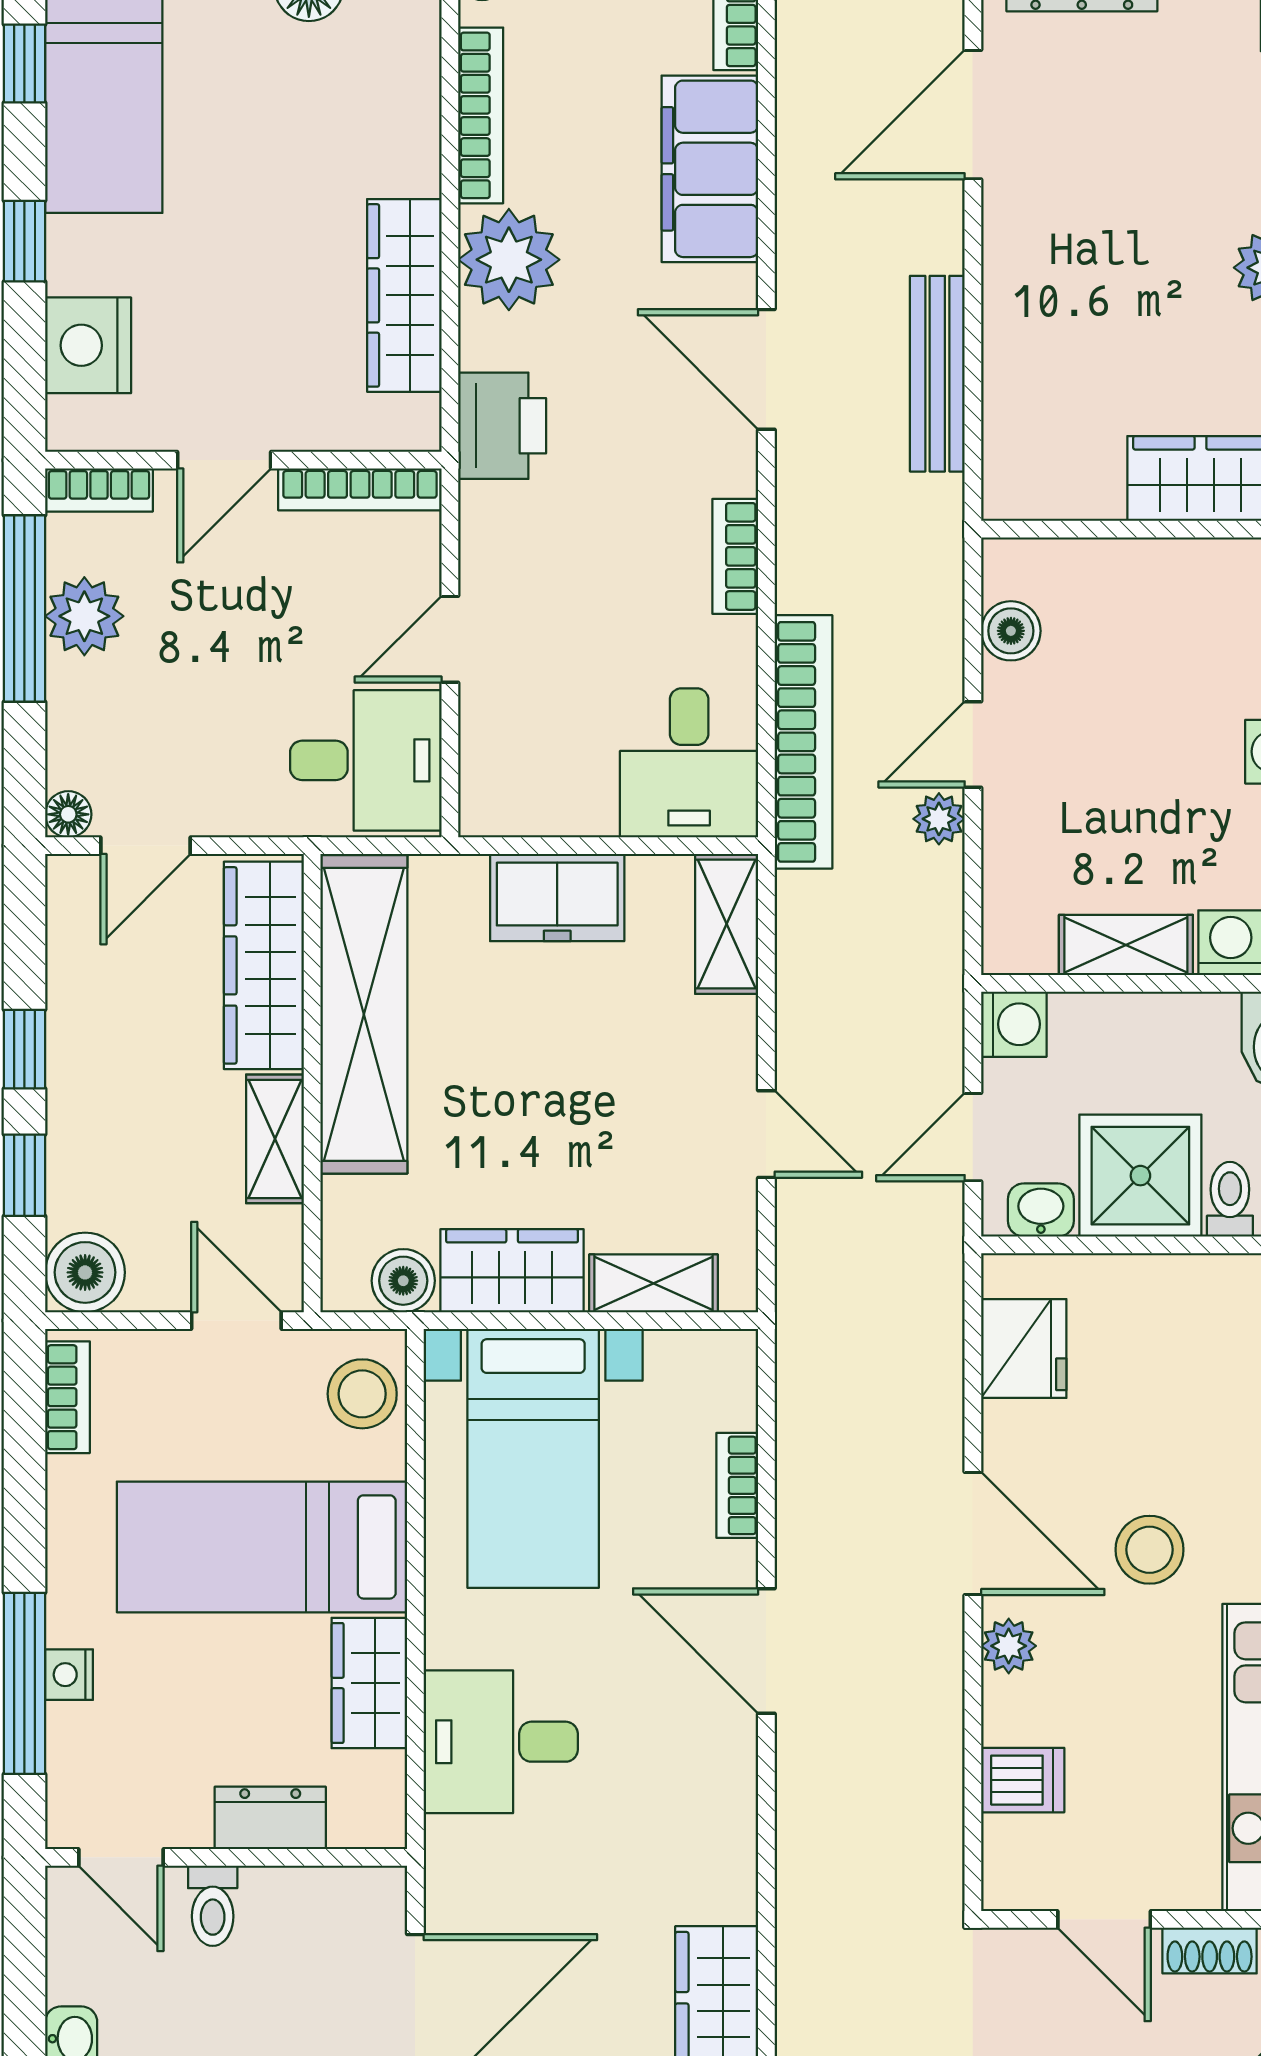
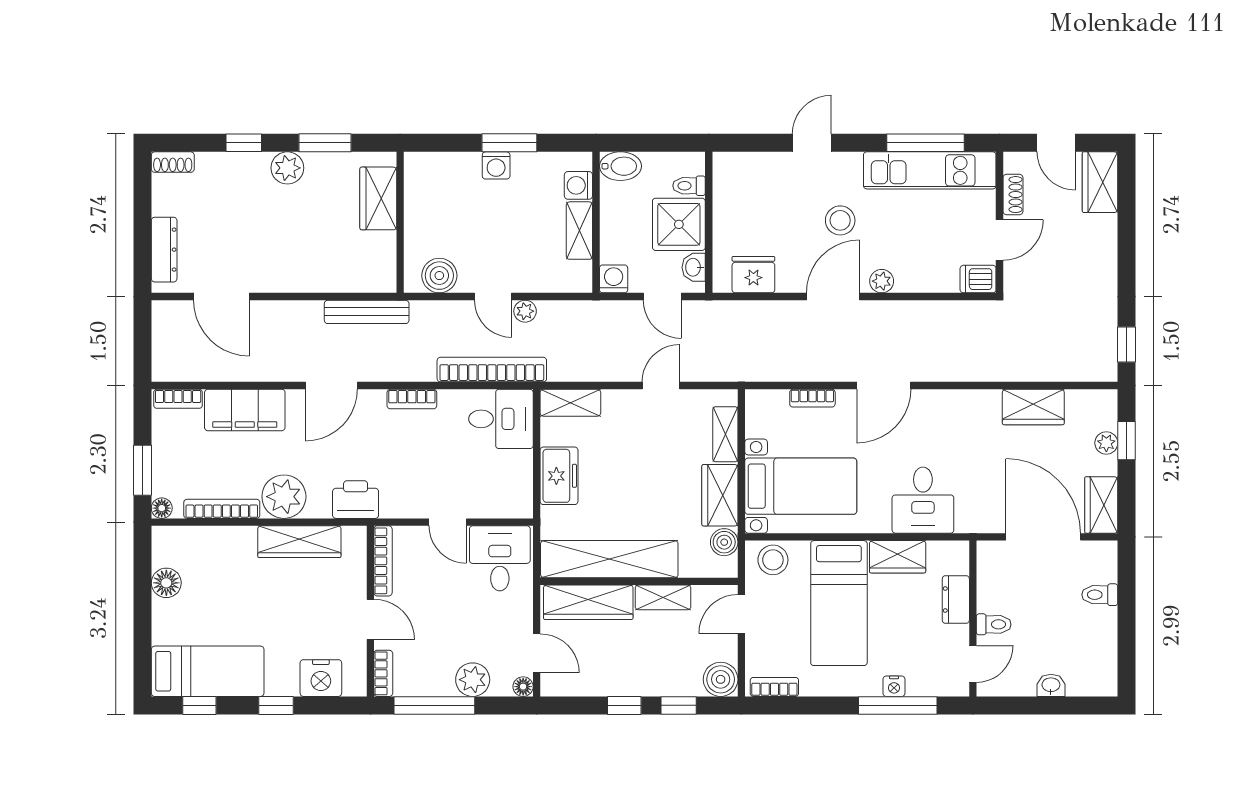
bench: (937, 374) -> (367, 312), moved
plant: (84, 616) -> (473, 680), moved
boiler: (1011, 631) -> (439, 276), width x1.36, depth x1.36
dishwasher: (1023, 1780) -> (978, 279), moved, turned -90

